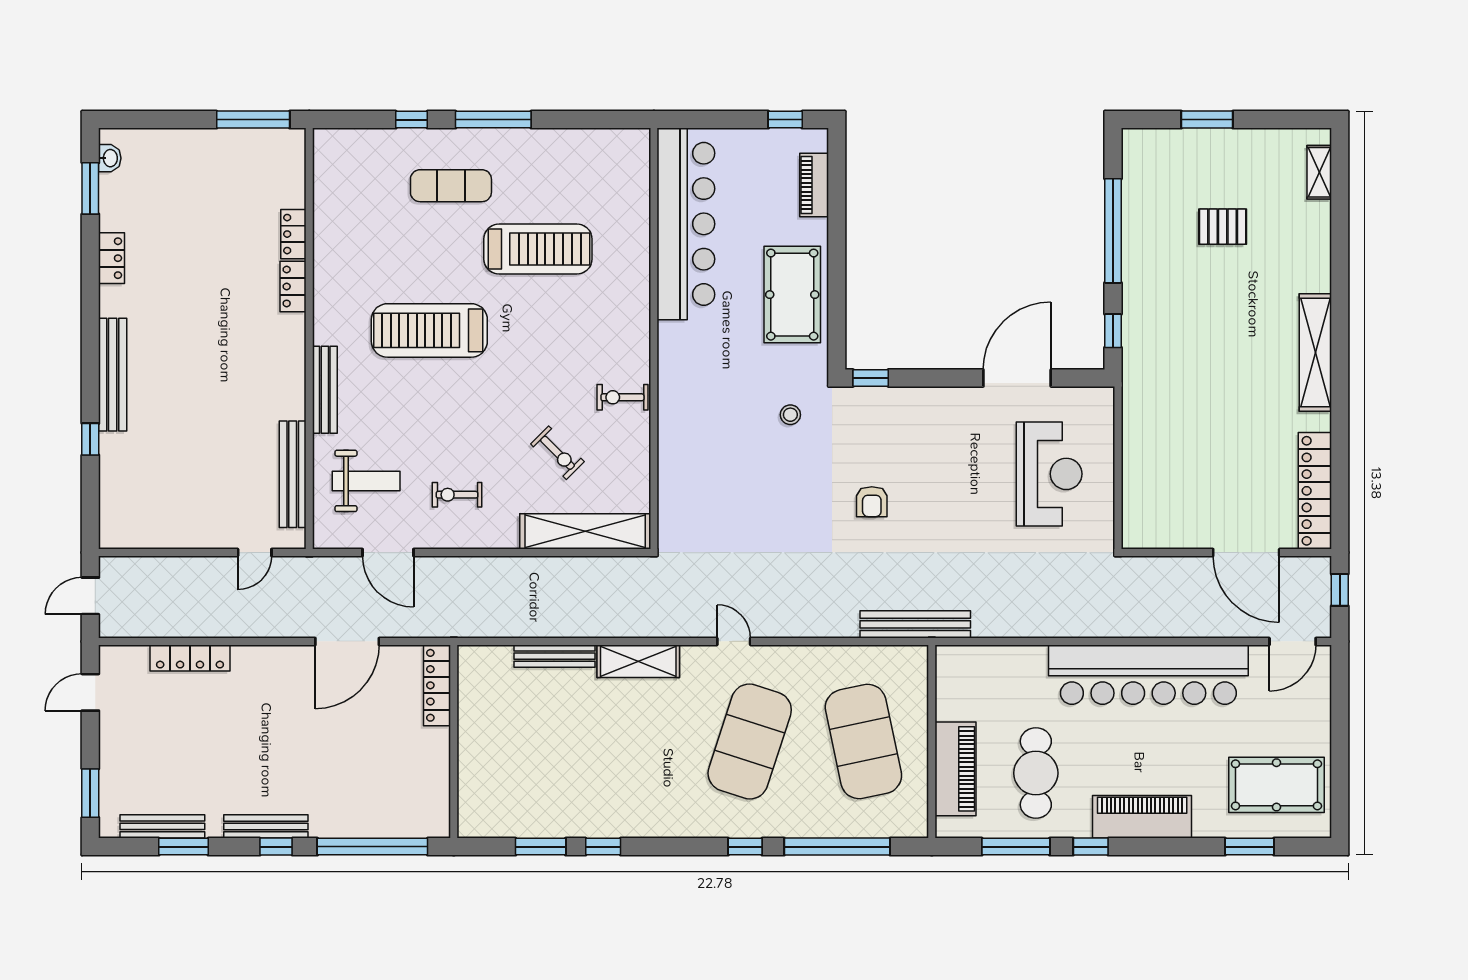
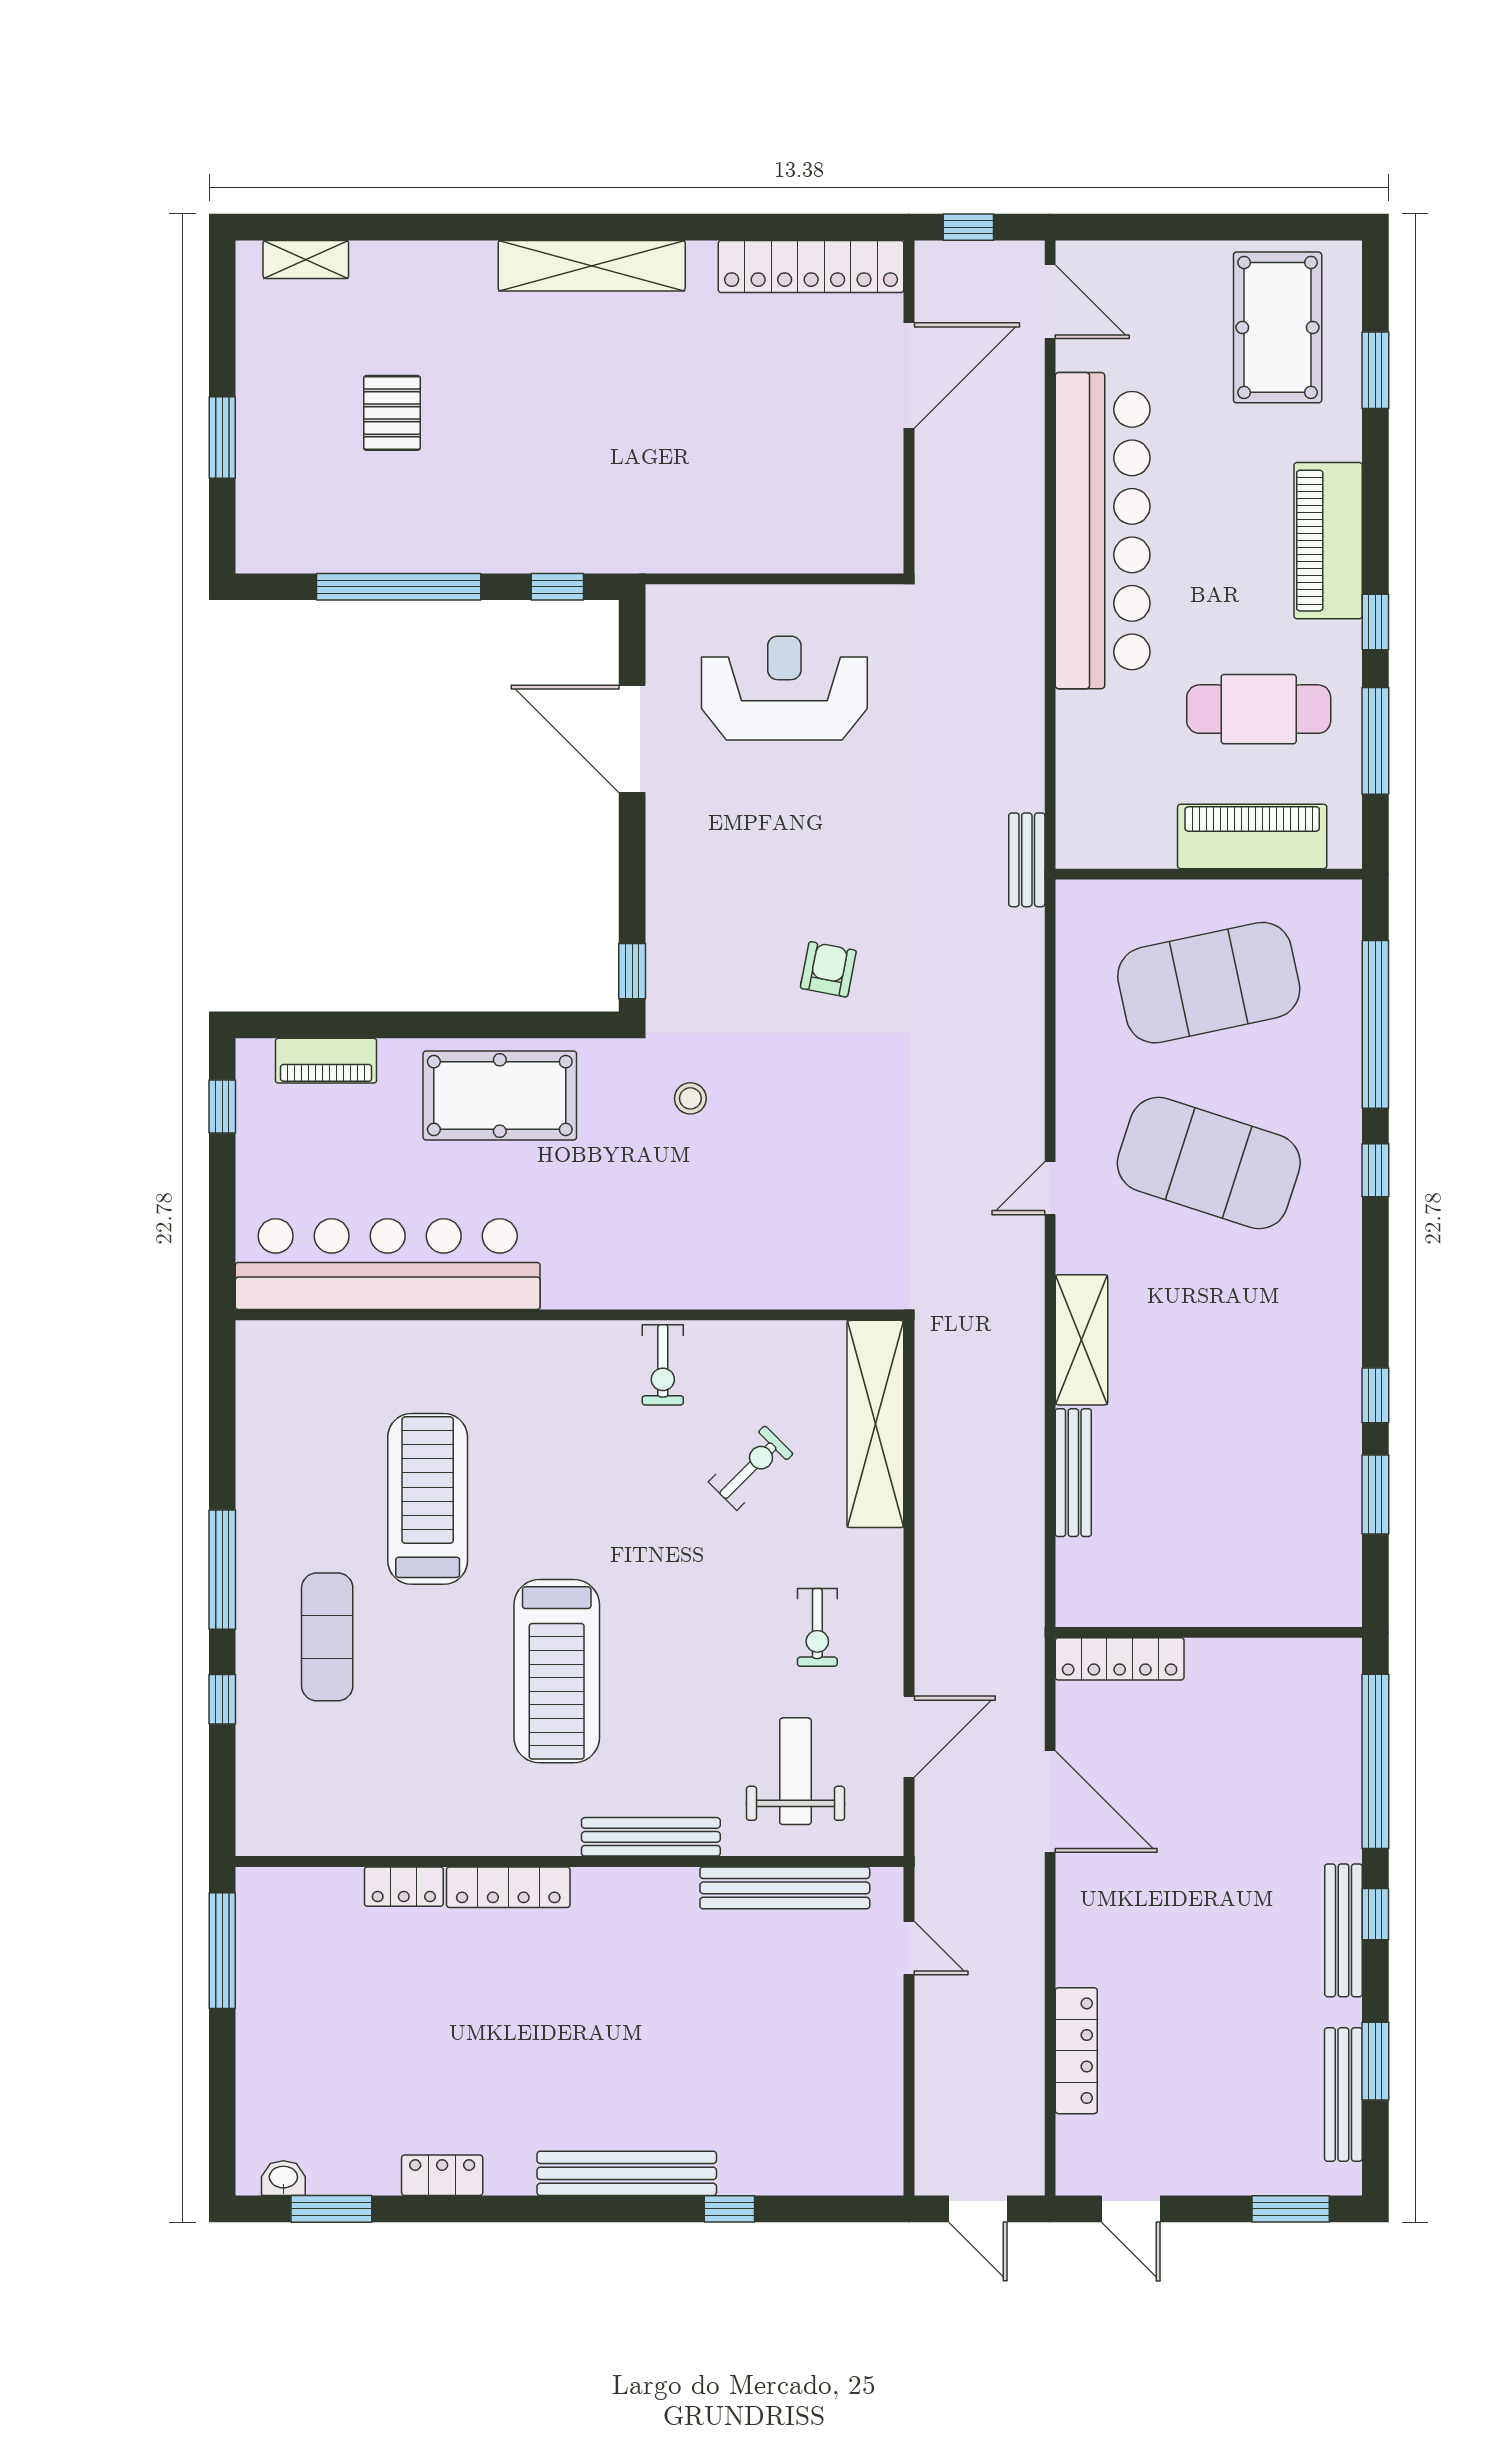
locker: (293, 286) -> (508, 1887), width x1.53
armchair: (872, 502) -> (828, 969), turned -79
bench: (915, 624) -> (1027, 860), width x0.54, depth x0.82

